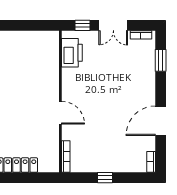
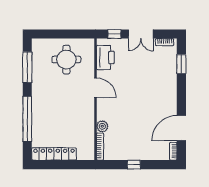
round table: (27, 55) -> (66, 60), added
door: (60, 113) -> (95, 88), moved
door: (161, 121) -> (181, 128), moved
plant: (68, 133) -> (102, 126), added

